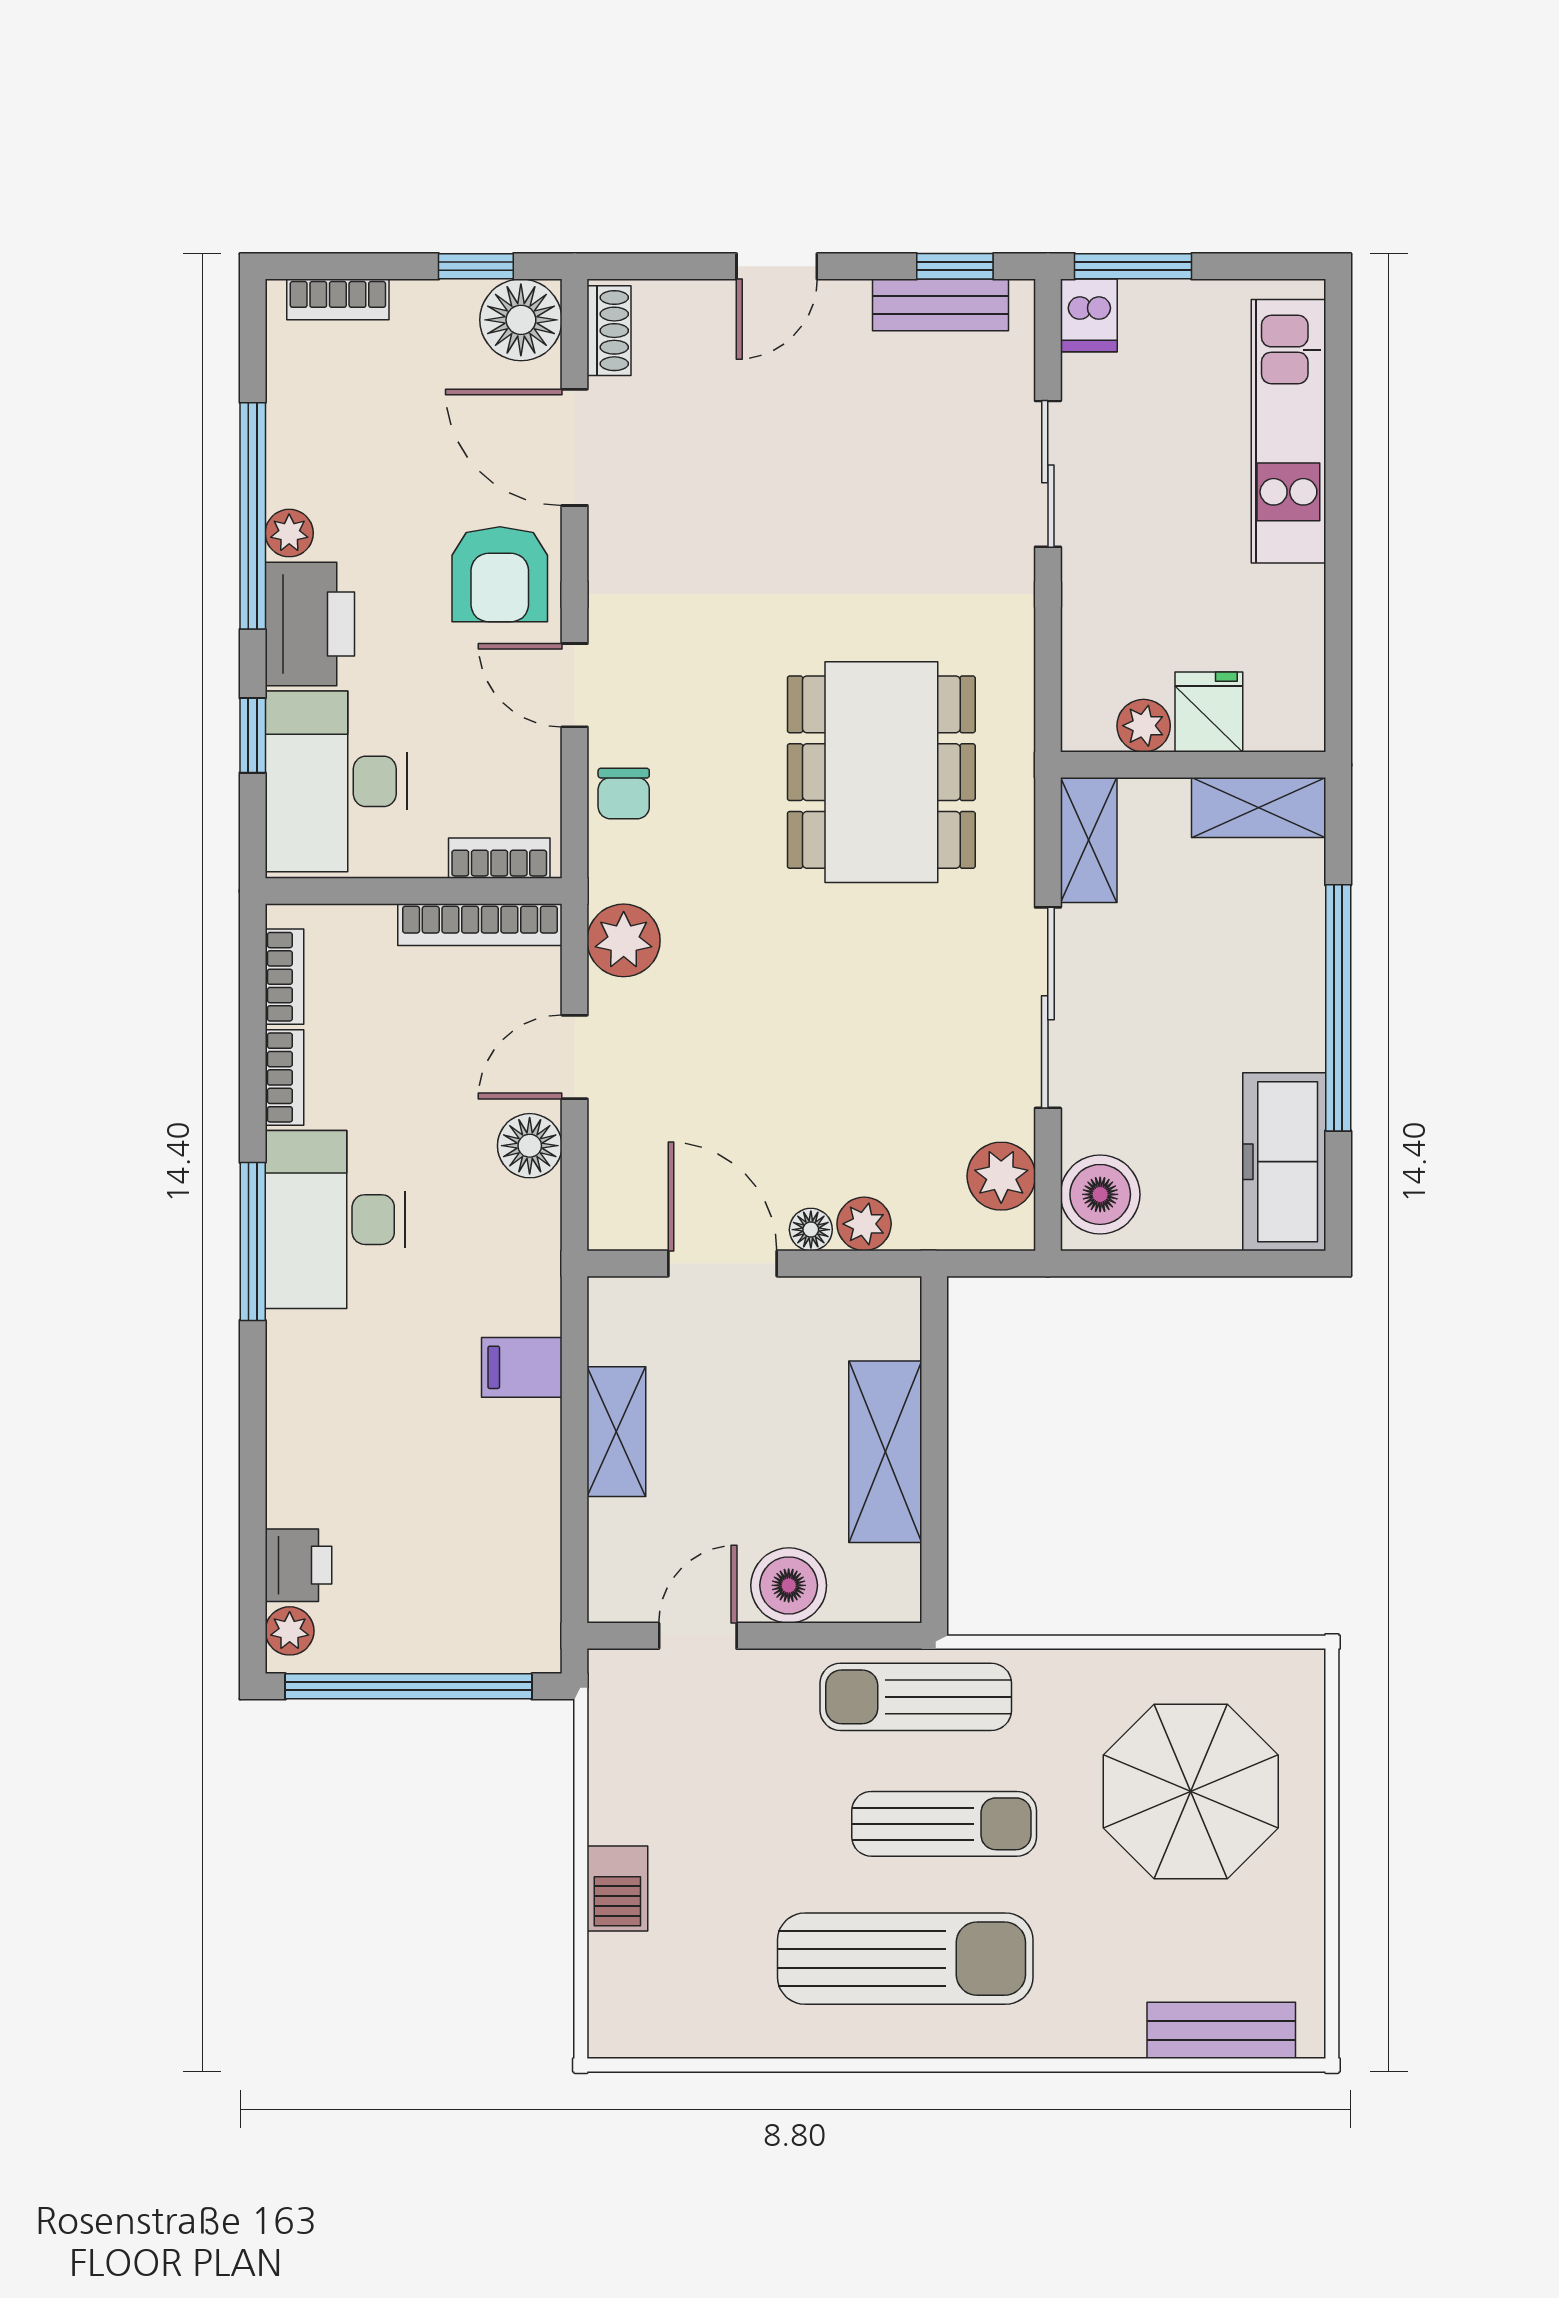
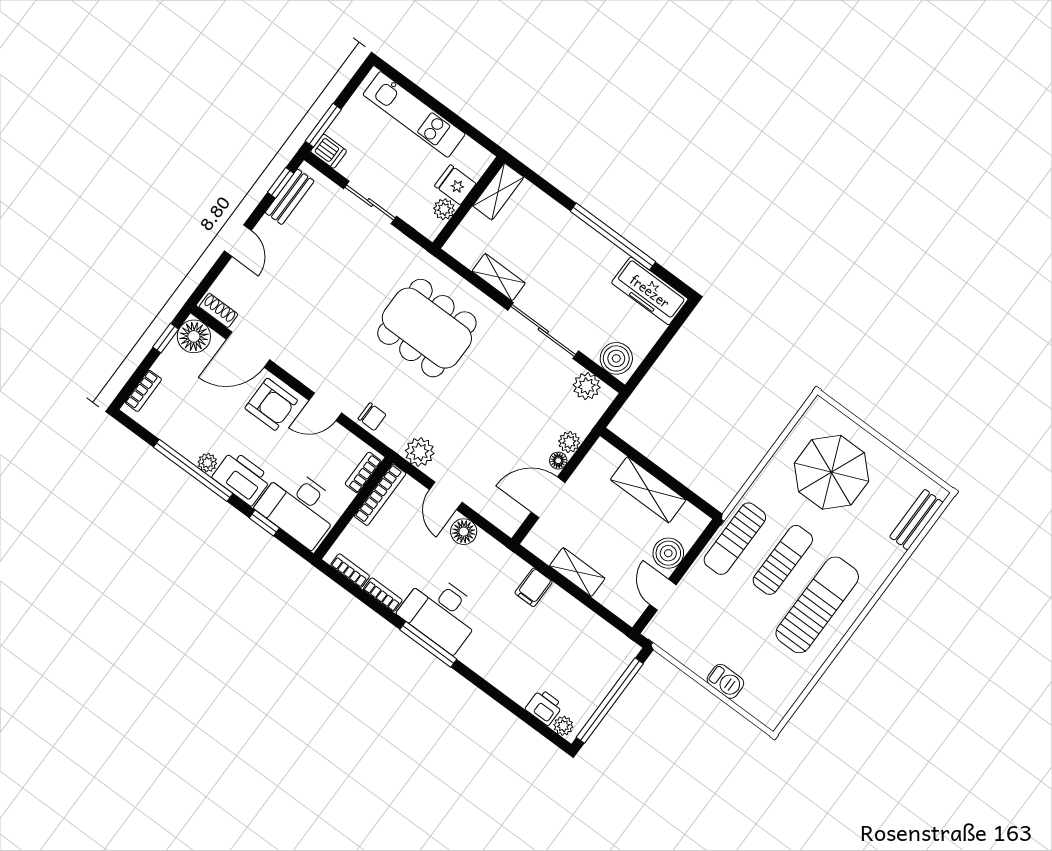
fridge: (1209, 712) -> (455, 185), moved
plant: (1144, 726) -> (444, 209), moved
wall: (1193, 765) -> (469, 203), moved
shelving: (1259, 808) -> (498, 192), moved

